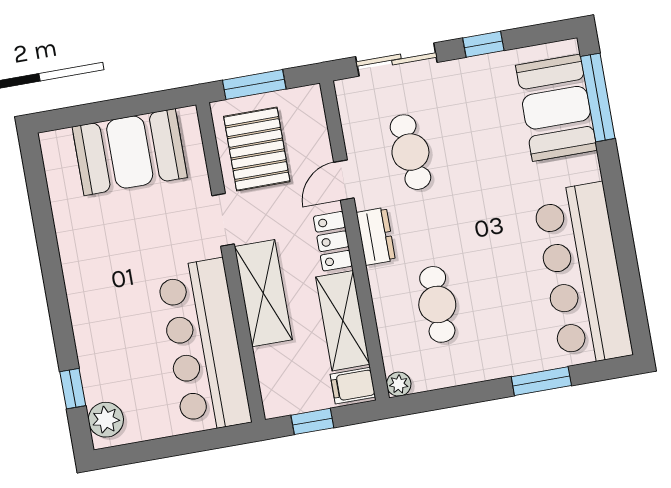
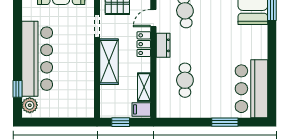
bar counter: (583, 274) -> (251, 89), width x0.73
shelving: (343, 321) -> (144, 87), width x0.67, depth x0.75
bar counter: (204, 346) -> (37, 59), moved, turned 180
plant: (399, 384) -> (162, 112), removed

